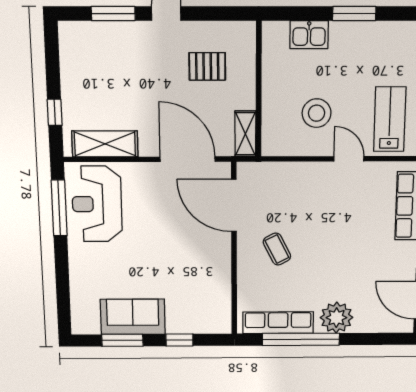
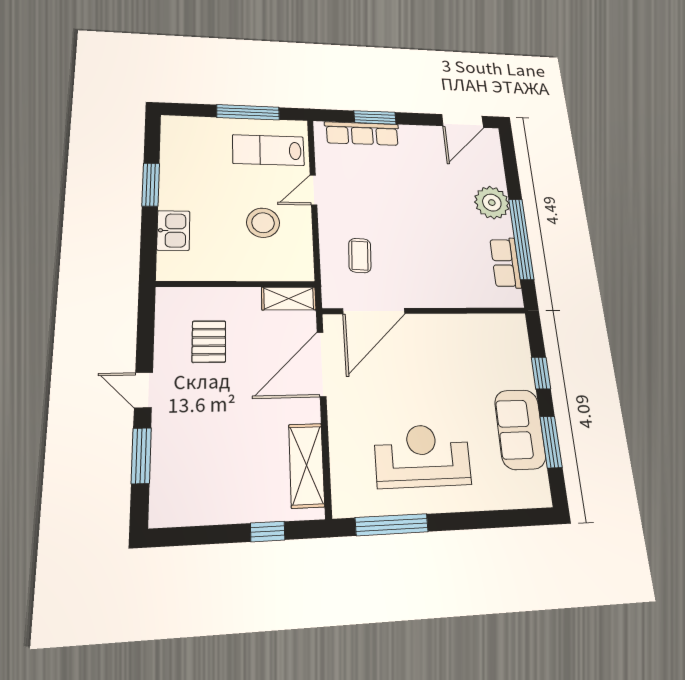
reception desk: (97, 204) -> (422, 456), moved, turned 180
coffee table: (277, 249) -> (360, 255), moved, turned -60
row of seats: (278, 323) -> (505, 263), width x0.68

